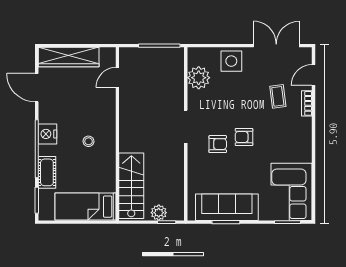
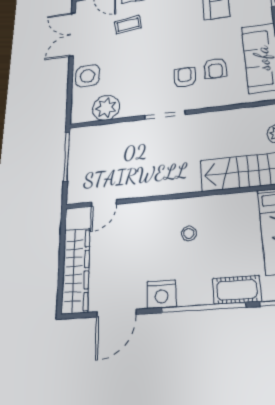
door: (117, 77) -> (104, 203), hinge flipped
nightstand: (47, 134) -> (162, 294), moved
armchair: (244, 137) -> (215, 68), moved

